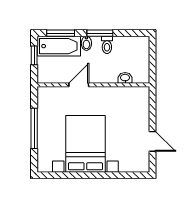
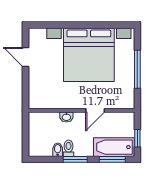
bidet: (86, 43) -> (58, 150), moved
washbasin: (125, 78) -> (66, 117), moved
bed with nightstands: (85, 144) -> (89, 55), width x1.36

